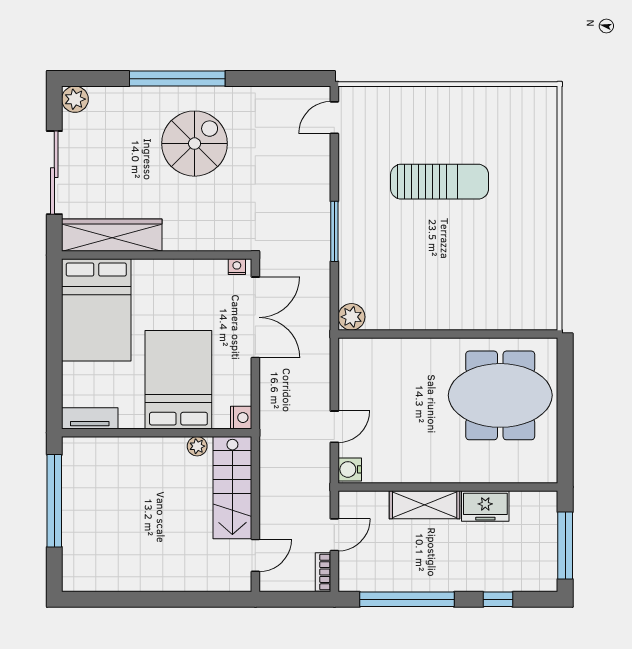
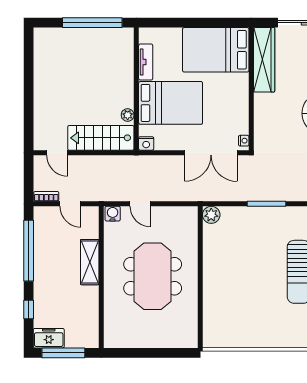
meeting table: (500, 395) -> (153, 276), moved
tv unit: (90, 418) -> (146, 62), moved
freezer: (485, 506) -> (49, 338), moved, turned 90

